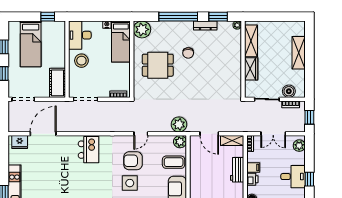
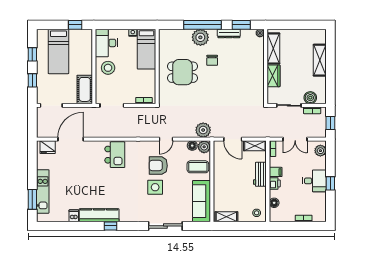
plant: (142, 29) -> (200, 37), moved
floor lamp: (168, 140) -> (192, 146), added

